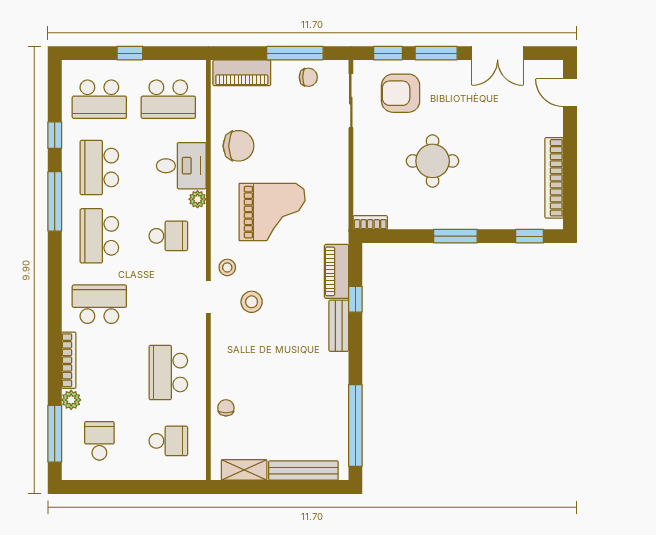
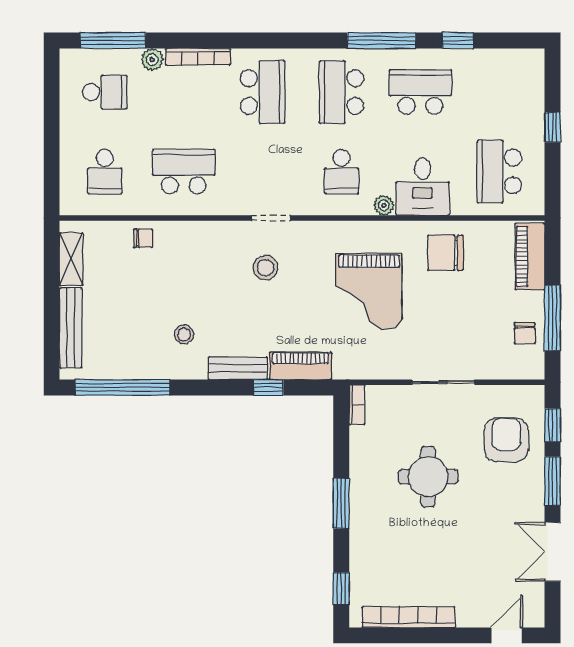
school desk: (99, 99) -> (499, 92), removed
sliding door: (351, 101) -> (443, 382), moved
chair: (239, 146) -> (445, 253), turned 90
school desk: (99, 236) -> (342, 92), turned -90
stool: (227, 267) -> (184, 334), moved

